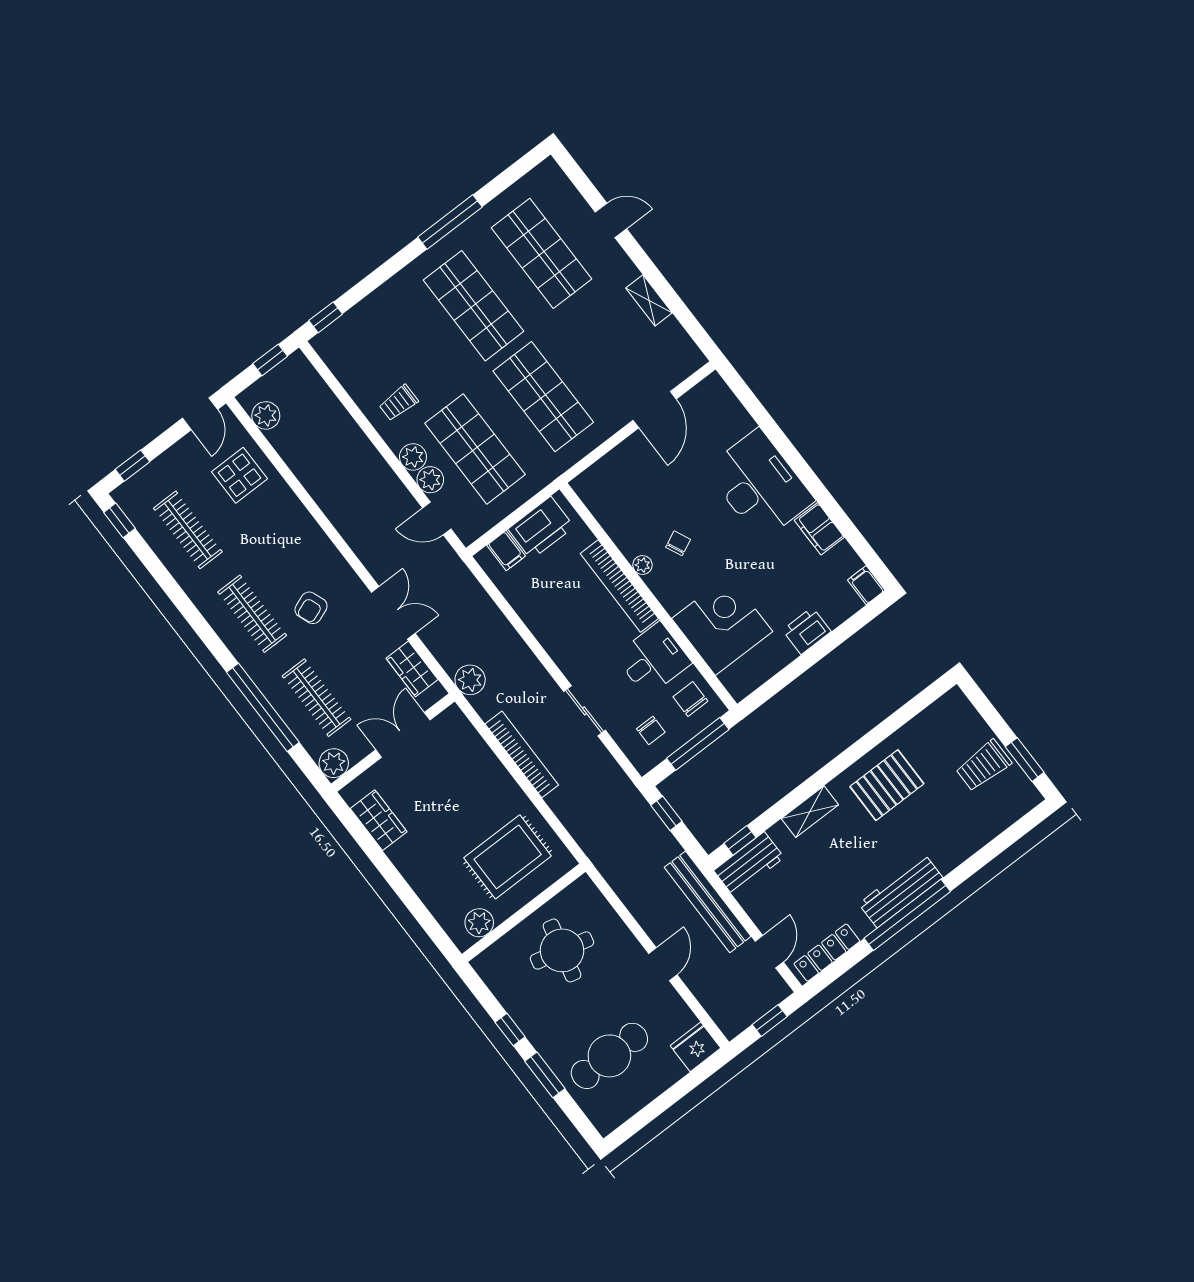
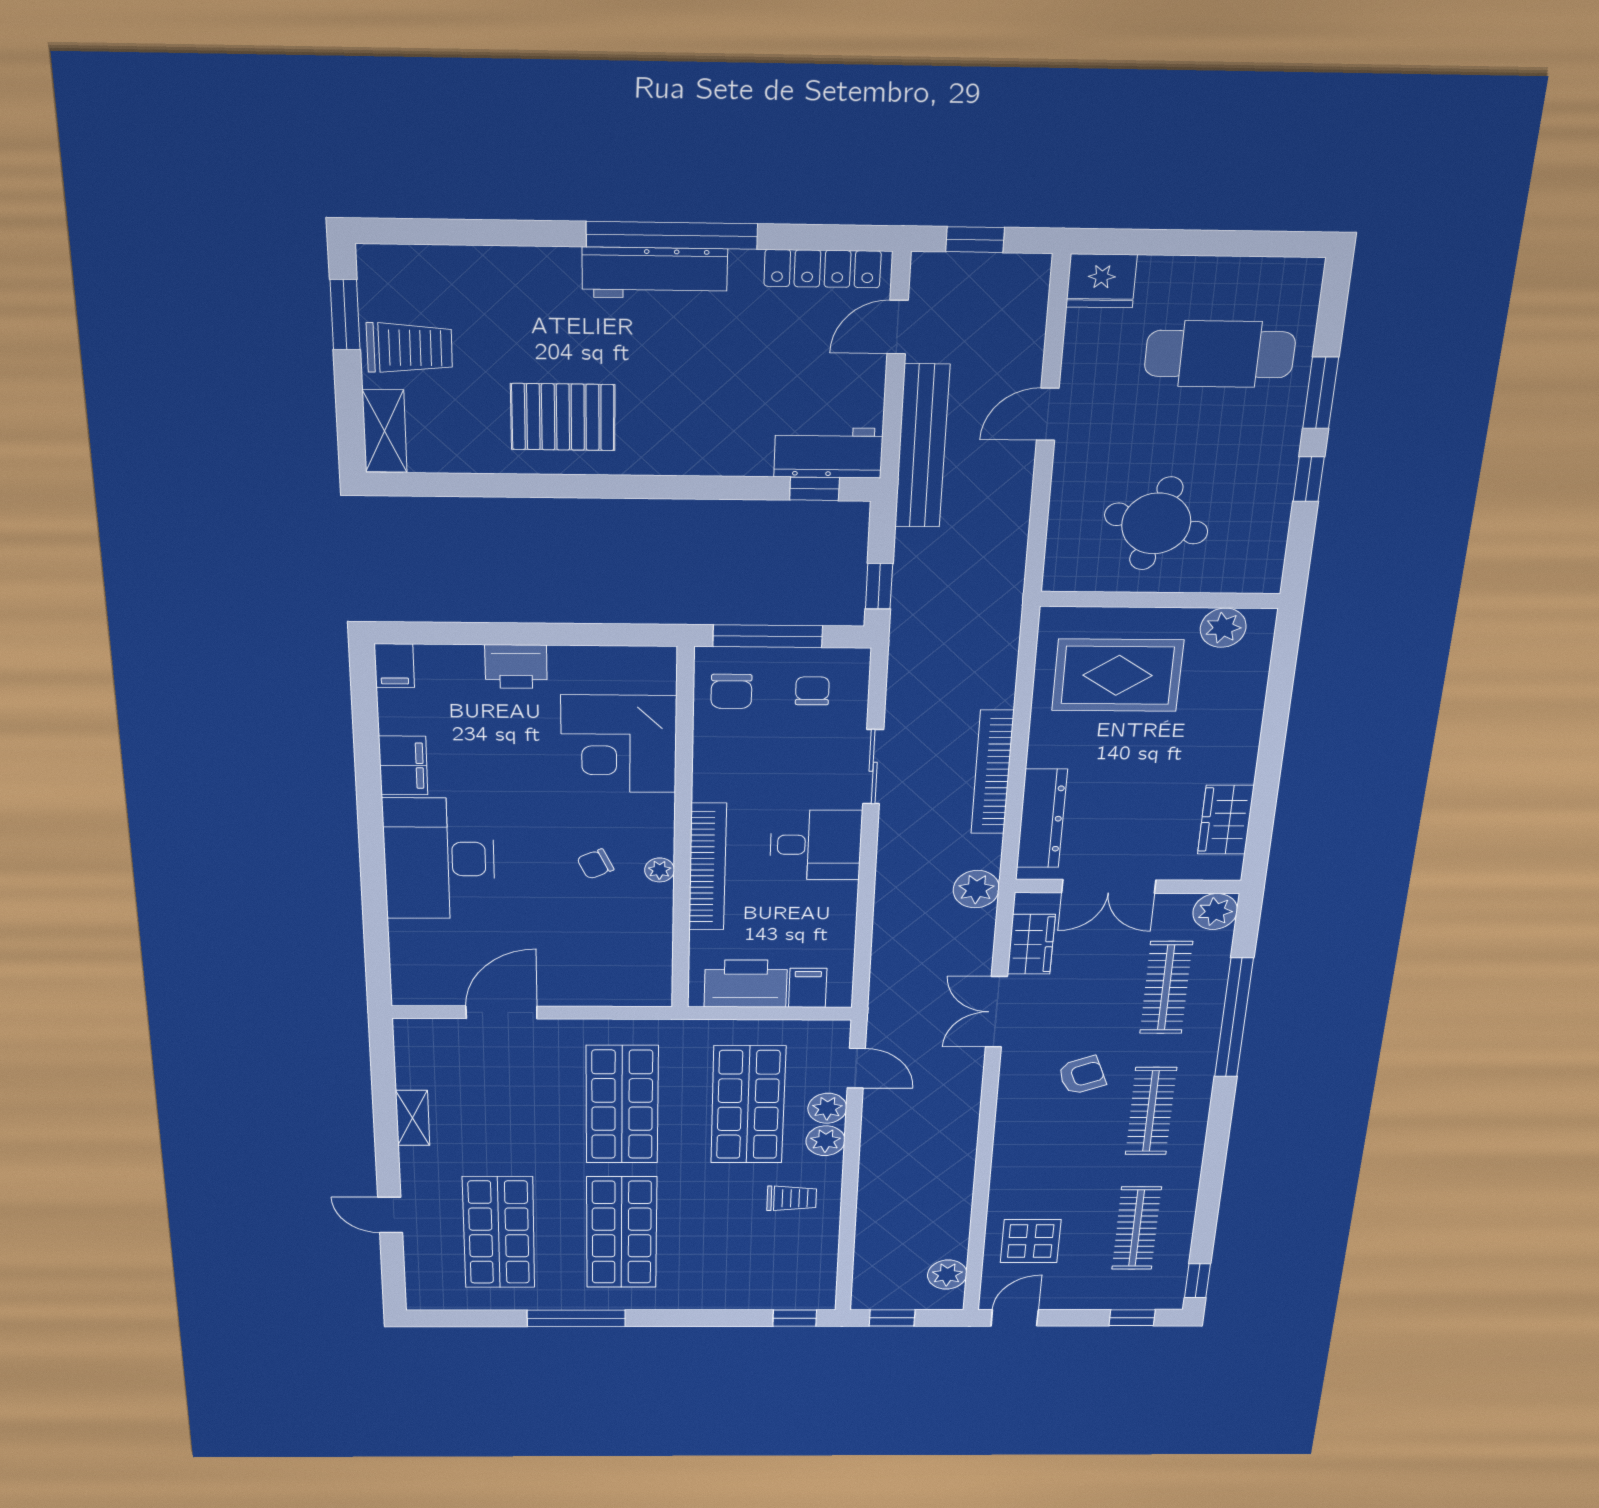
desk: (653, 659) -> (816, 845), moved, turned 180
dresser: (473, 748) -> (1042, 819), added
shelving: (810, 812) -> (385, 431), moved, turned 90

